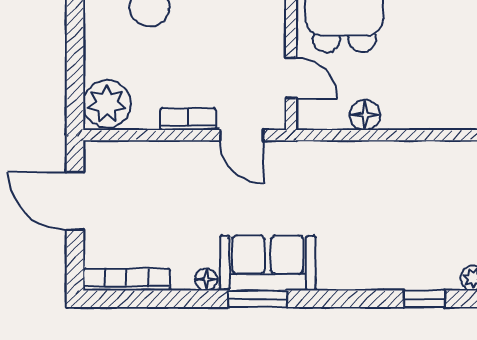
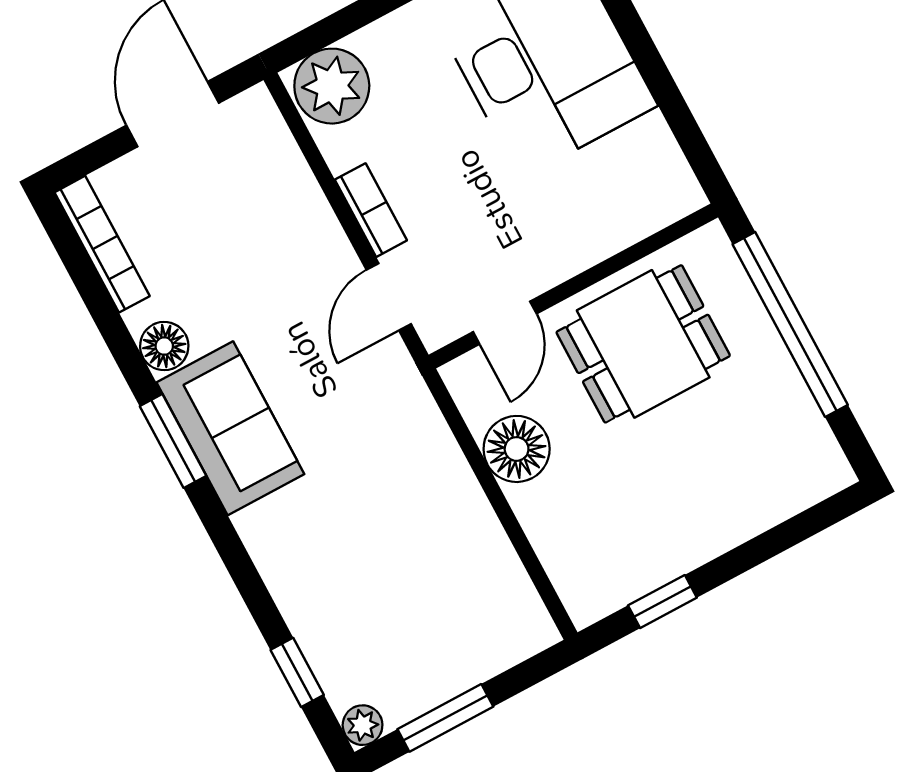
floor lamp: (365, 115) -> (517, 449), width x1.38, depth x1.38
floor lamp: (206, 279) -> (164, 346), width x1.37, depth x1.37

